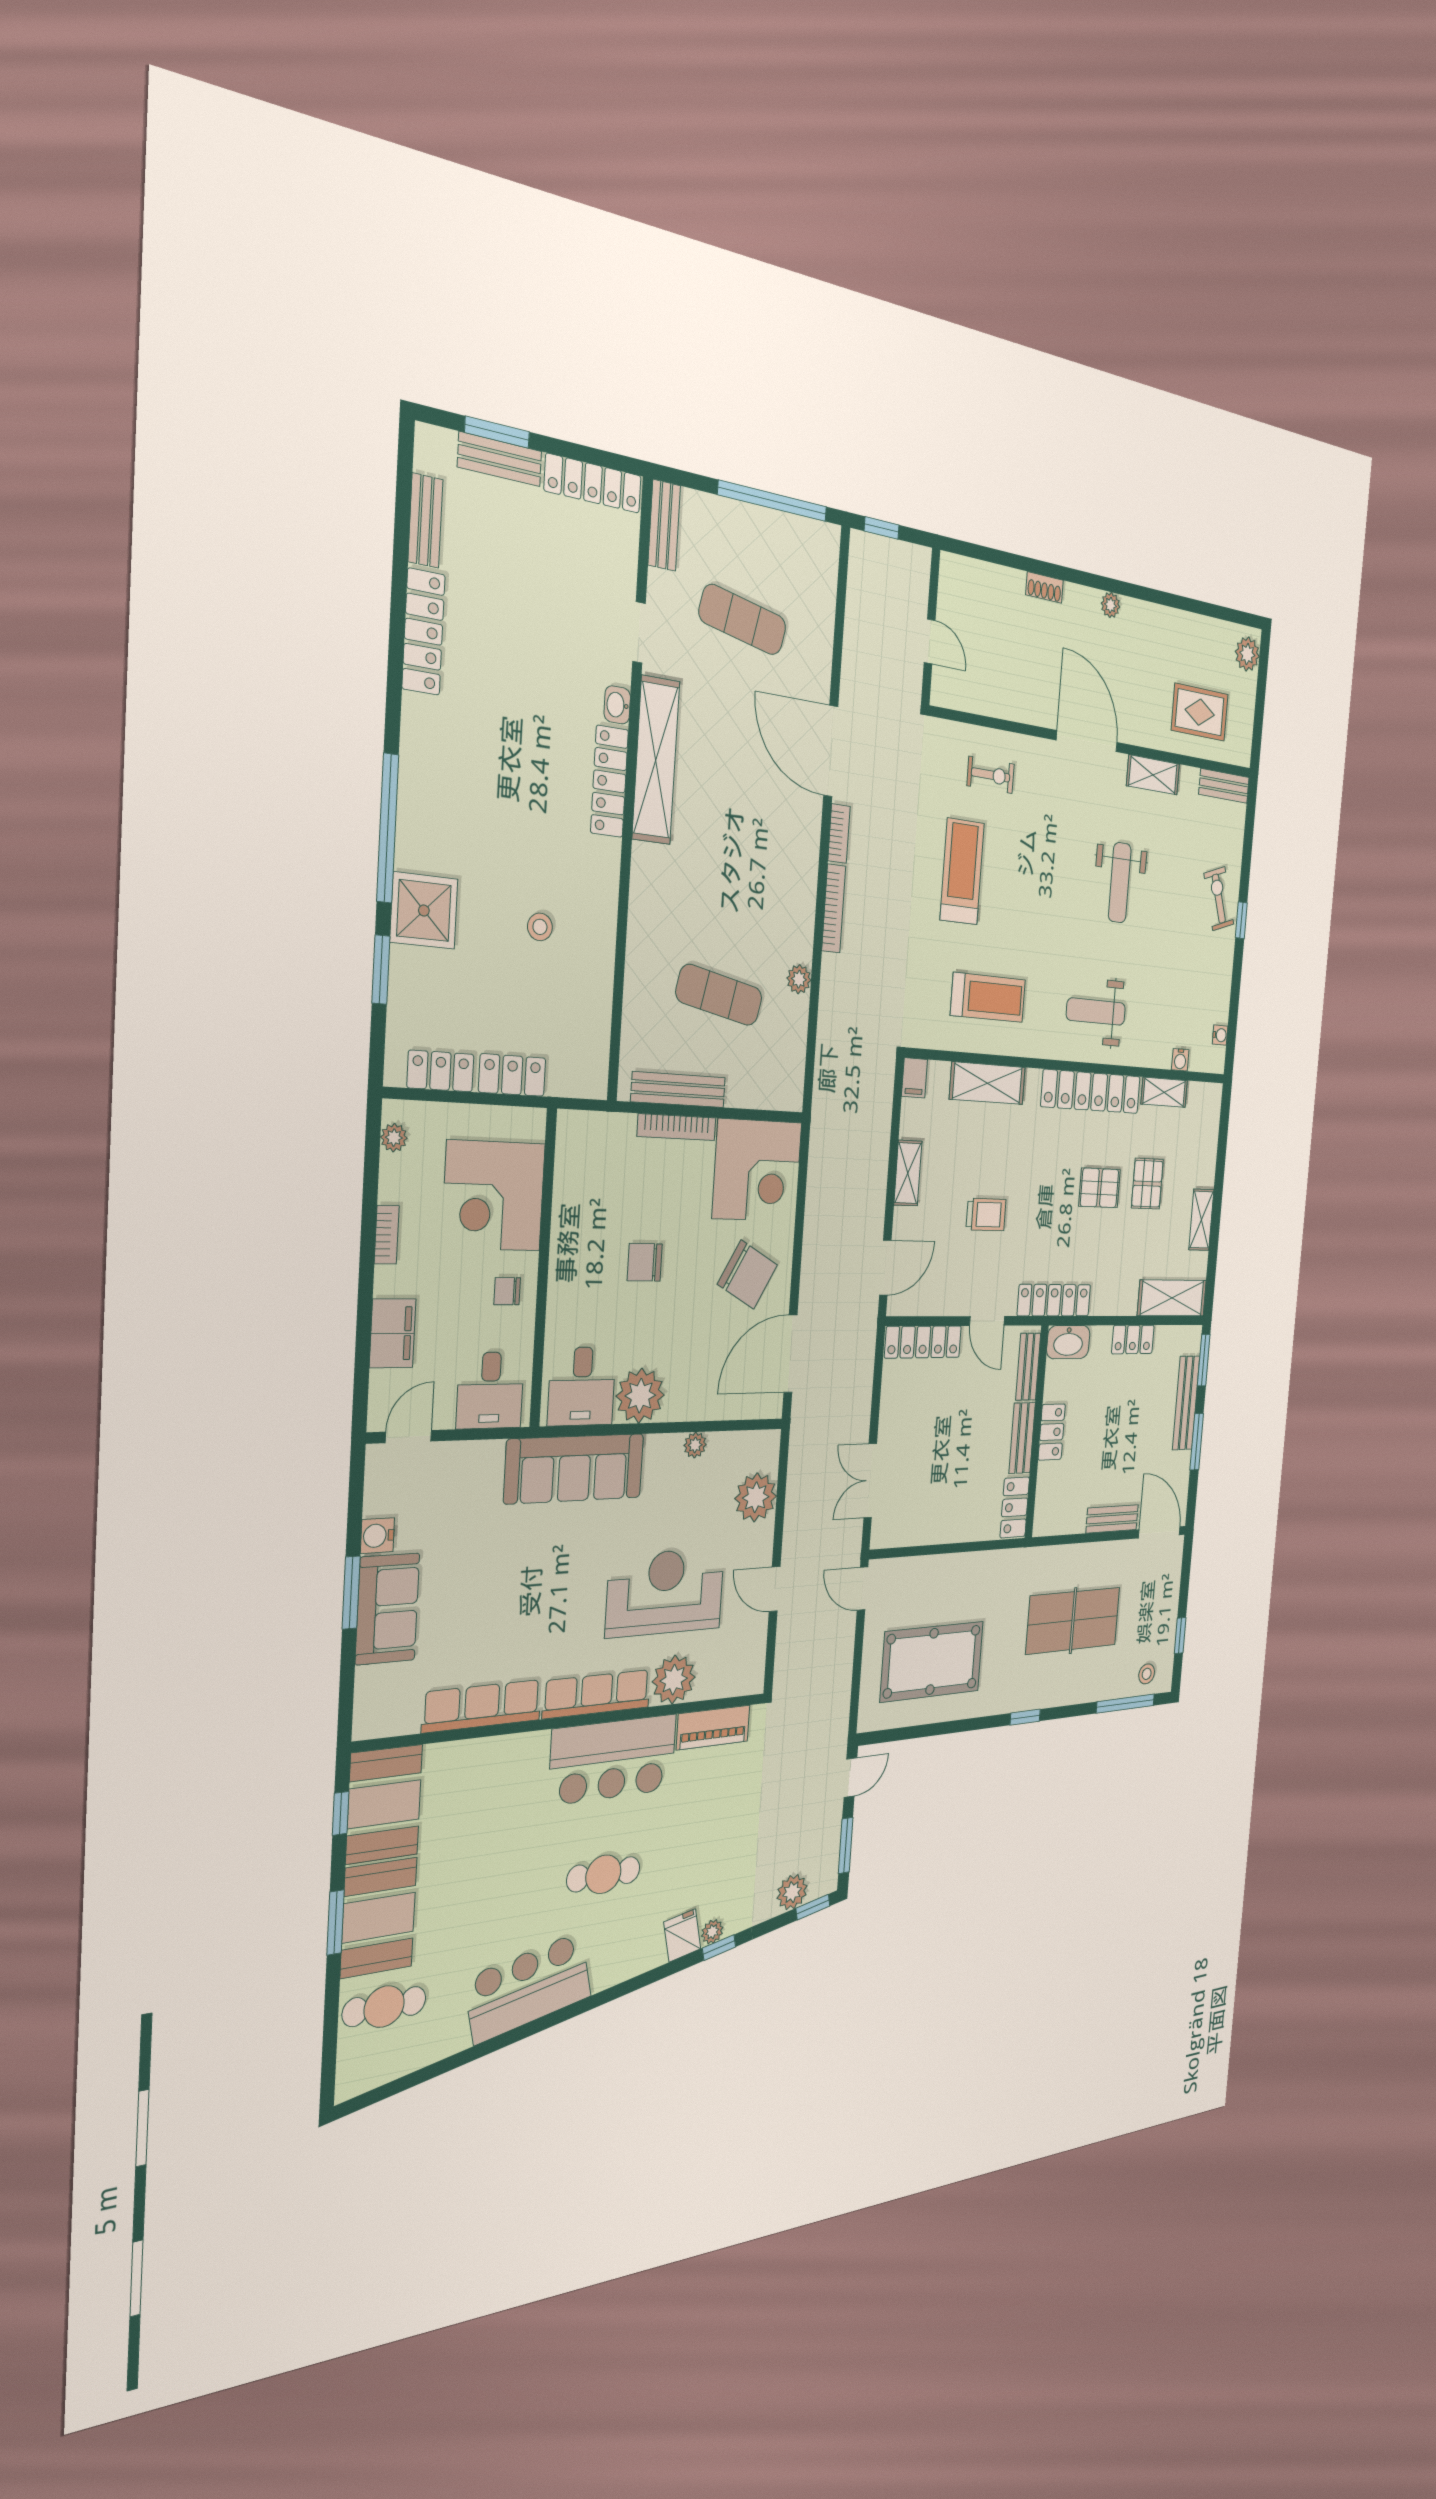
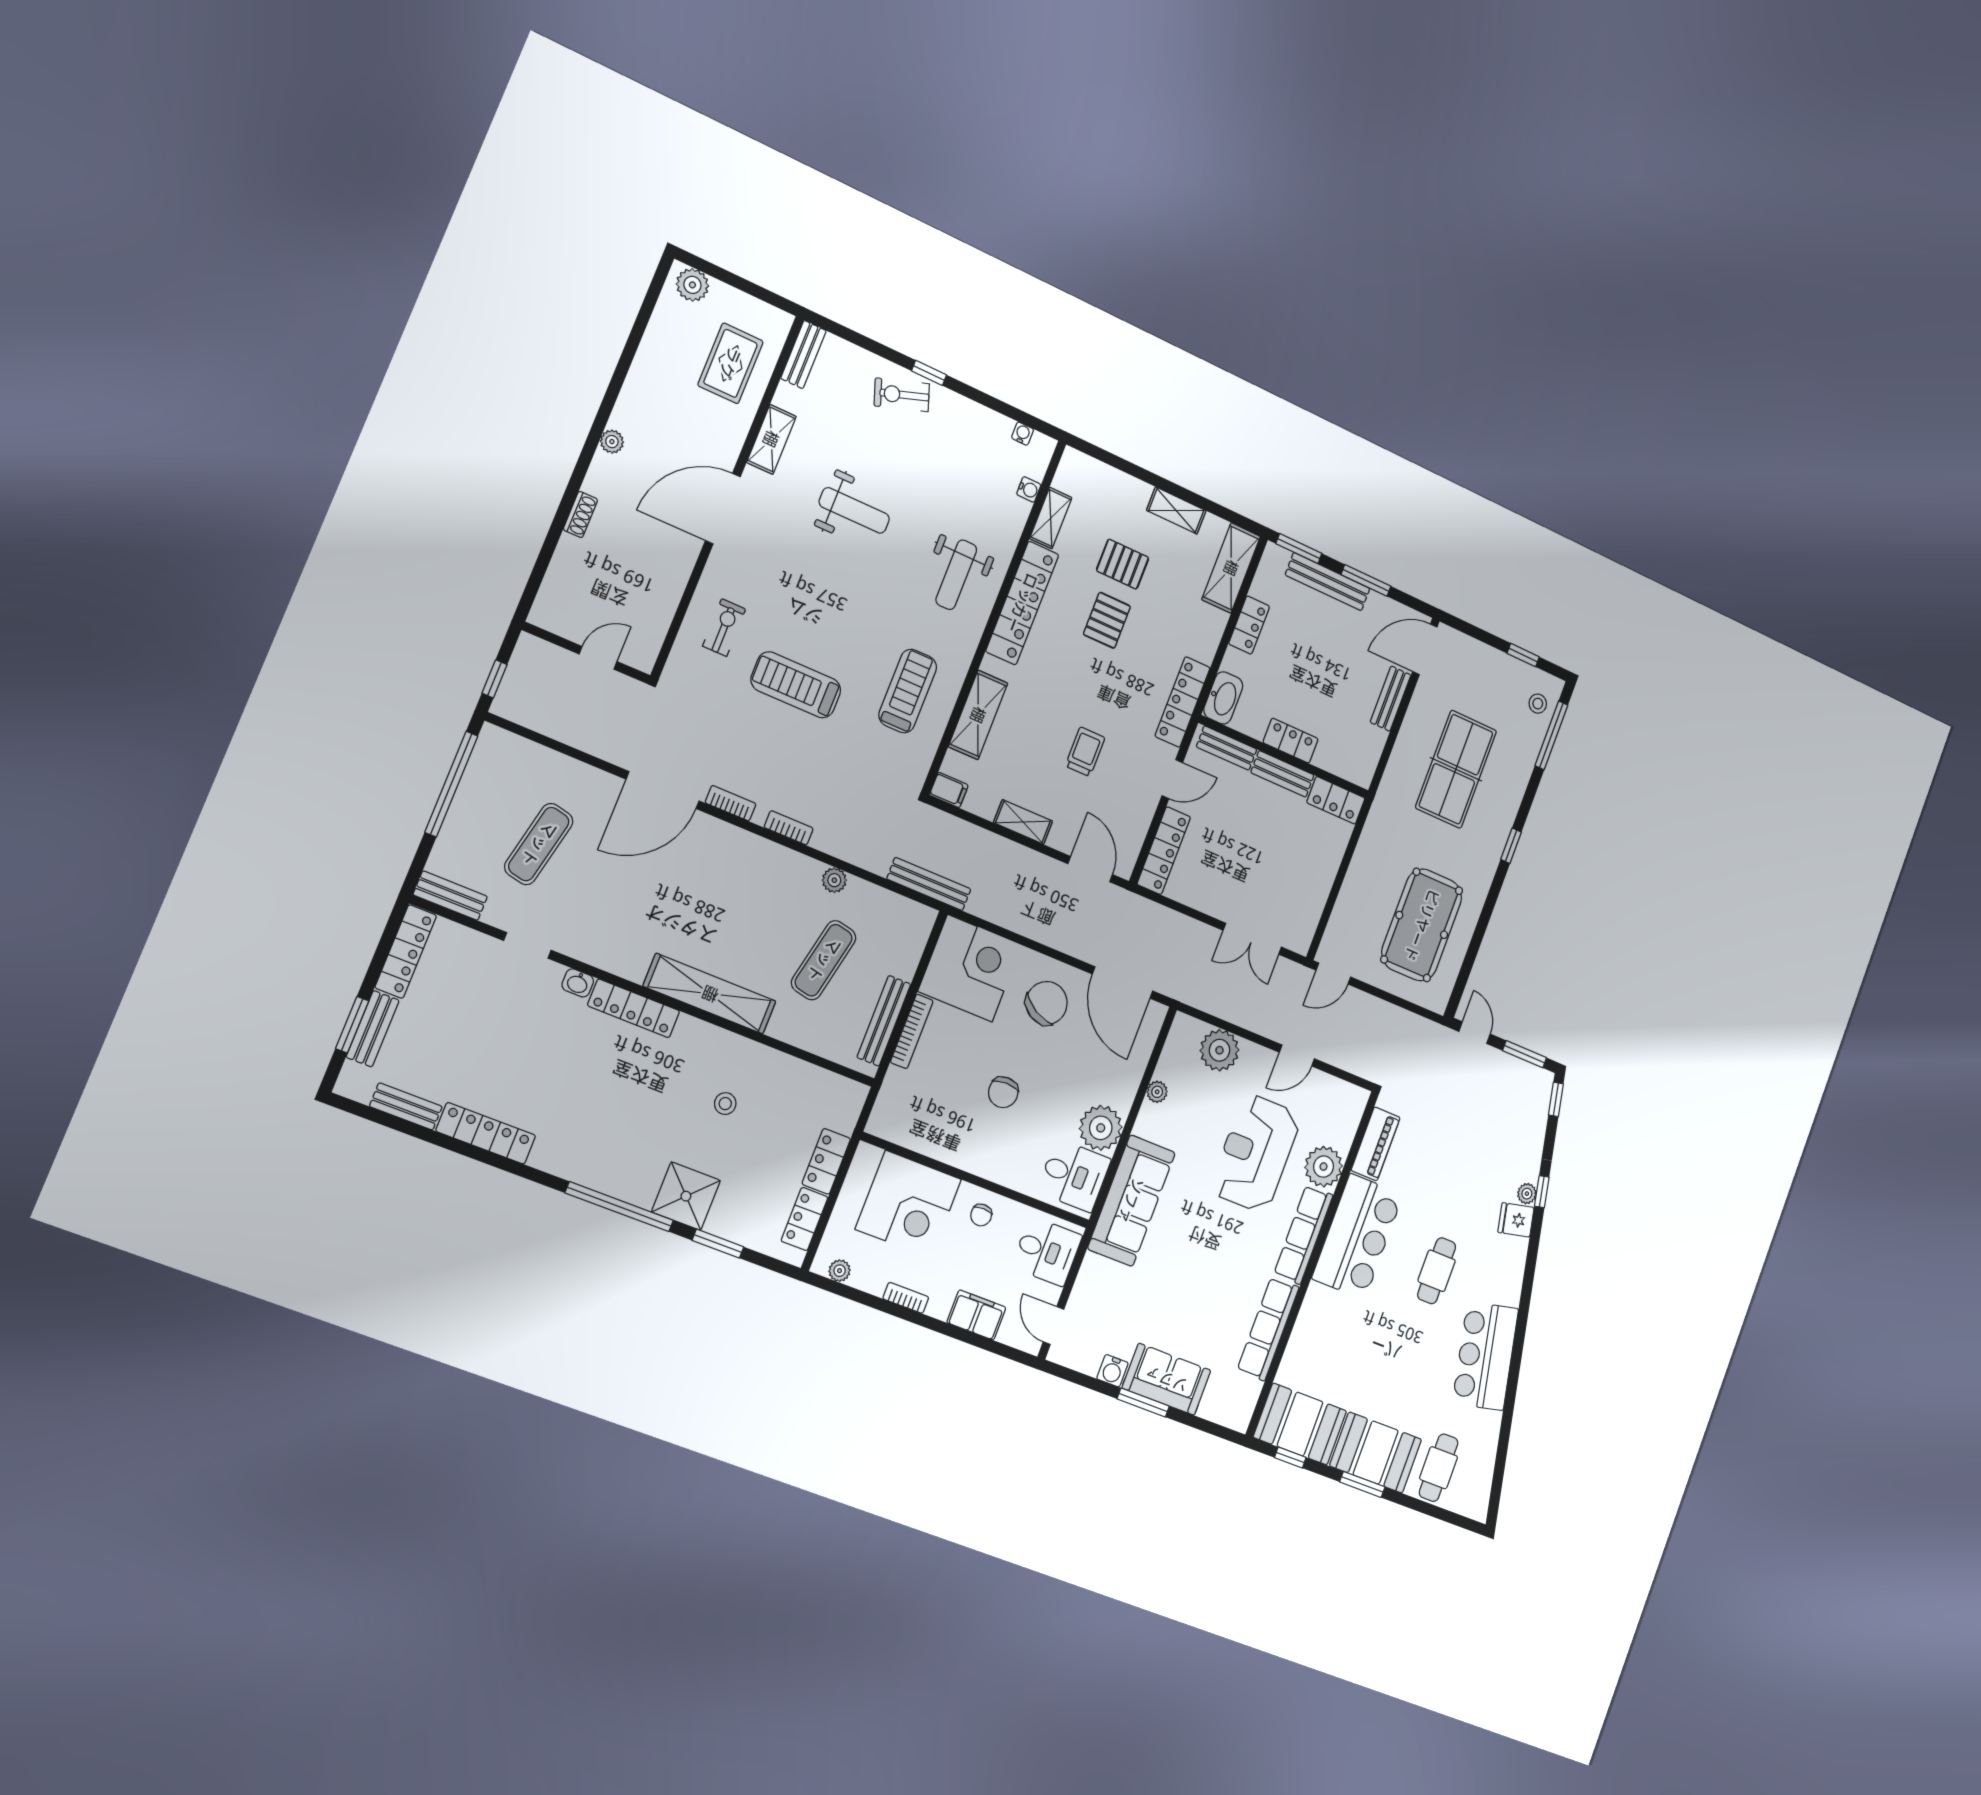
shelving: (656, 760) -> (710, 994), moved
bookcase: (834, 908) -> (789, 828), width x0.64
bench: (824, 1090) -> (929, 884), added
plant: (792, 1892) -> (1535, 1114), removed

